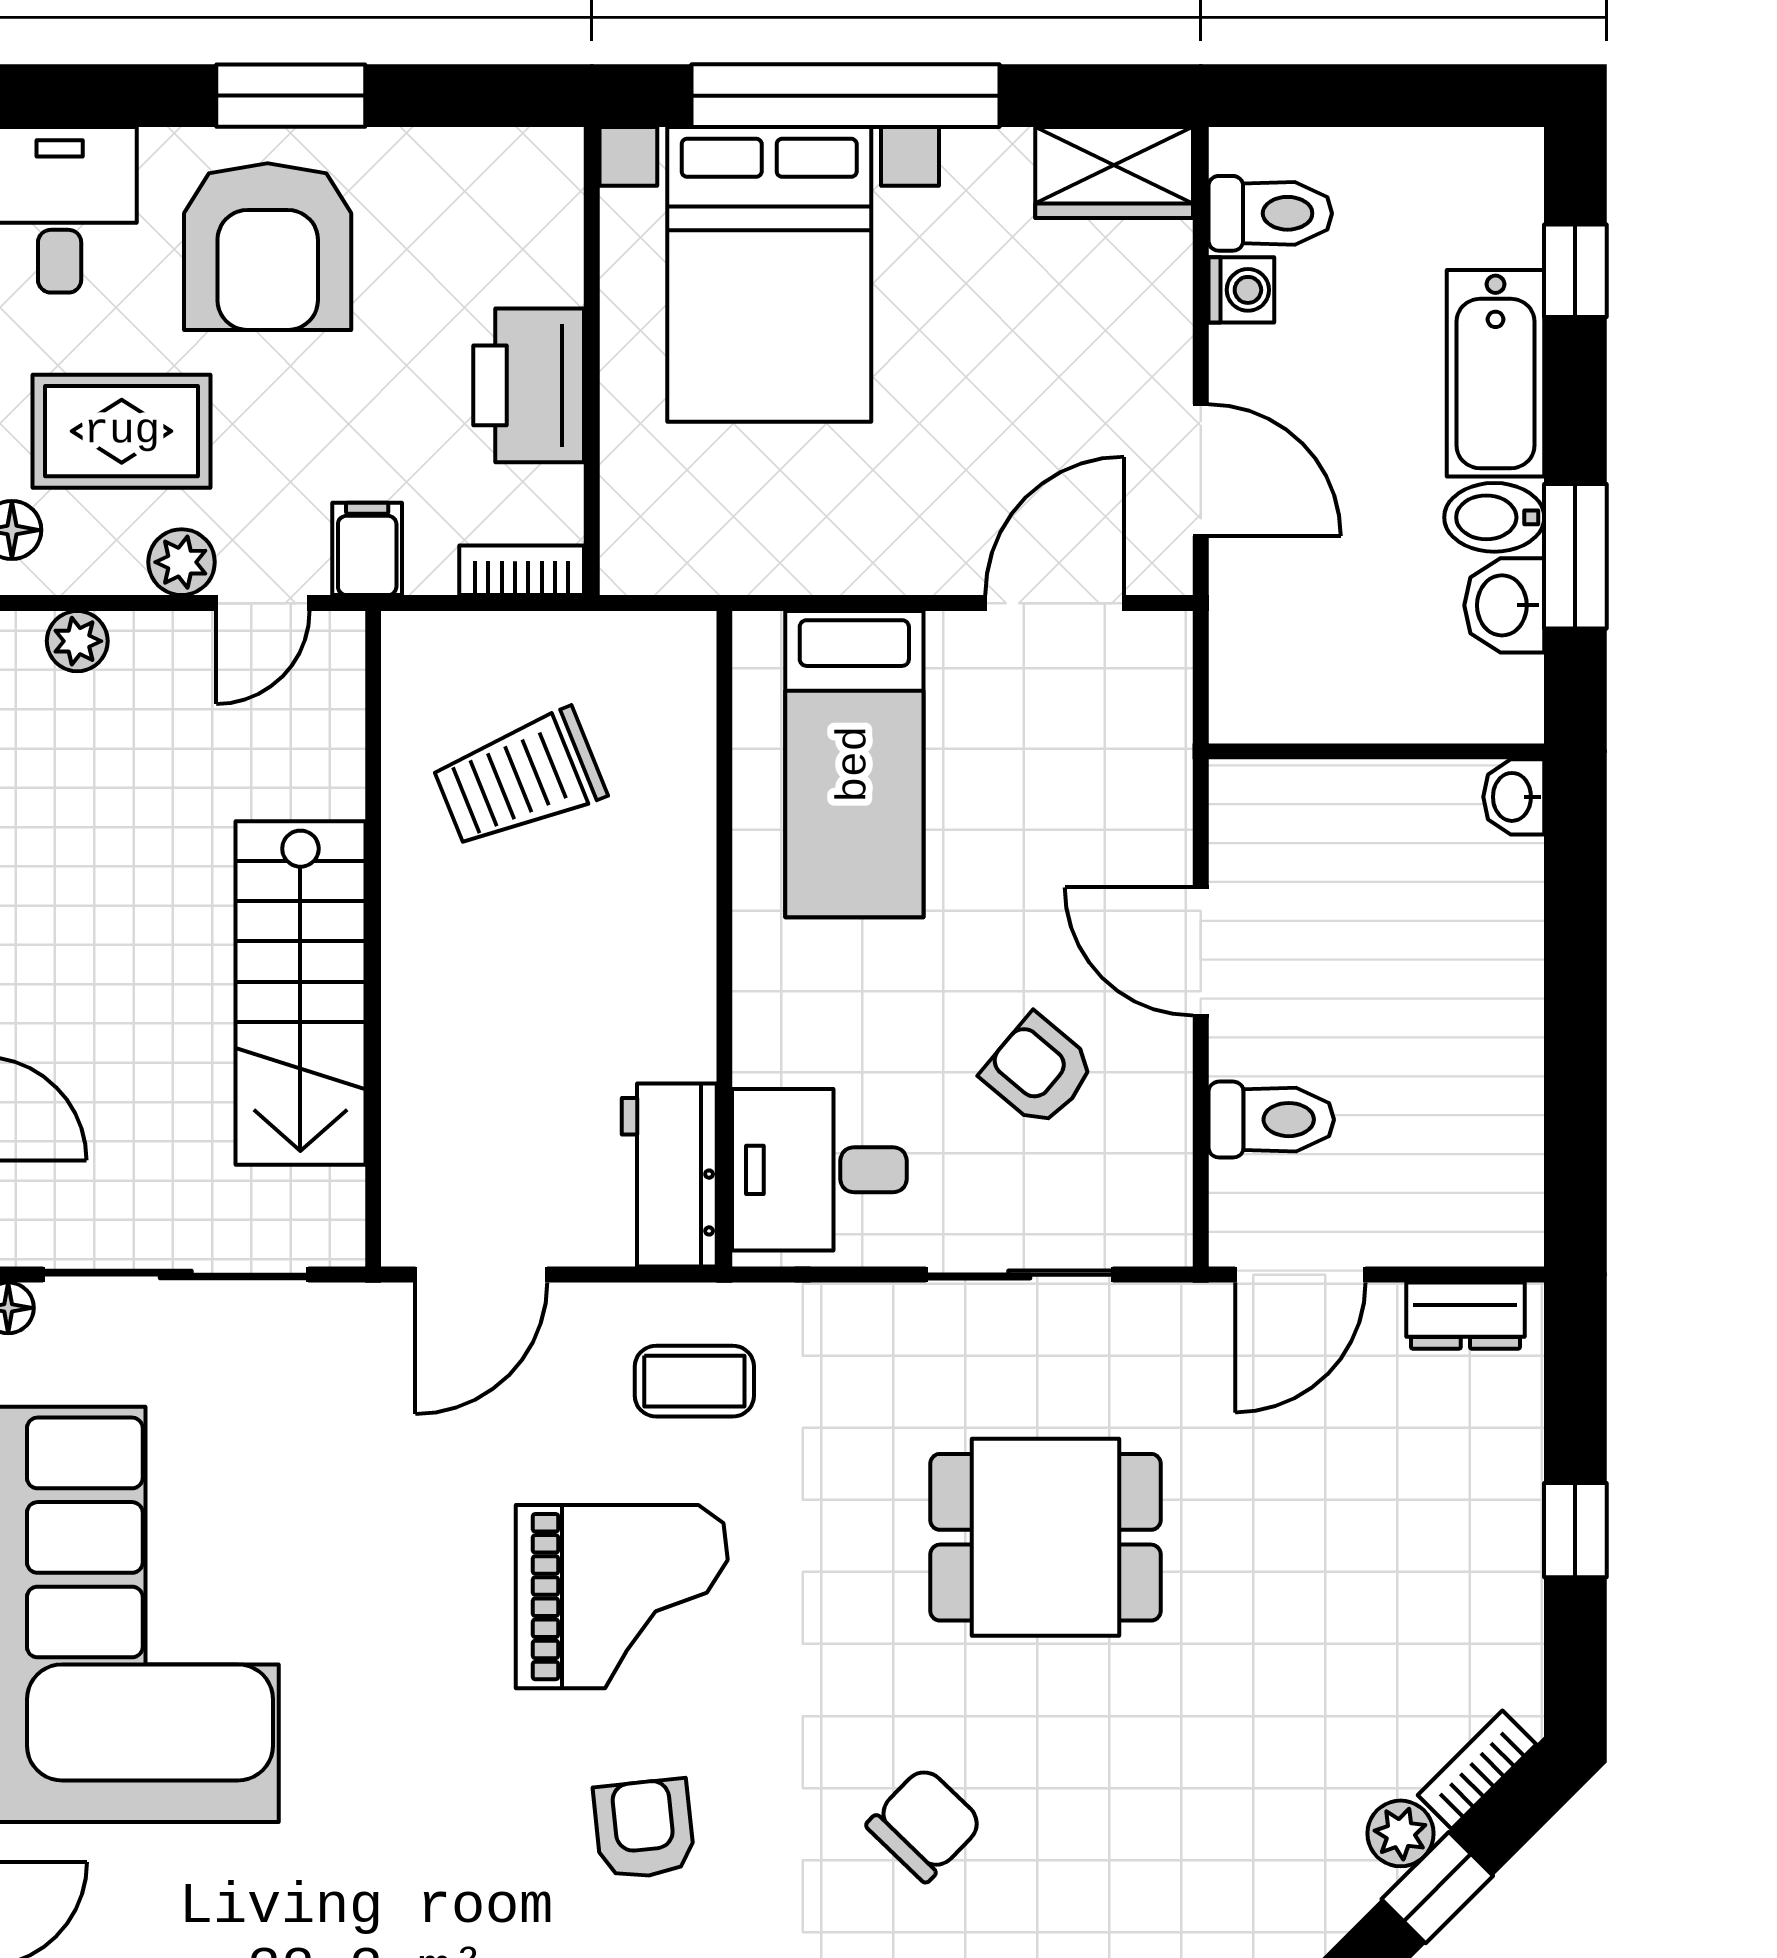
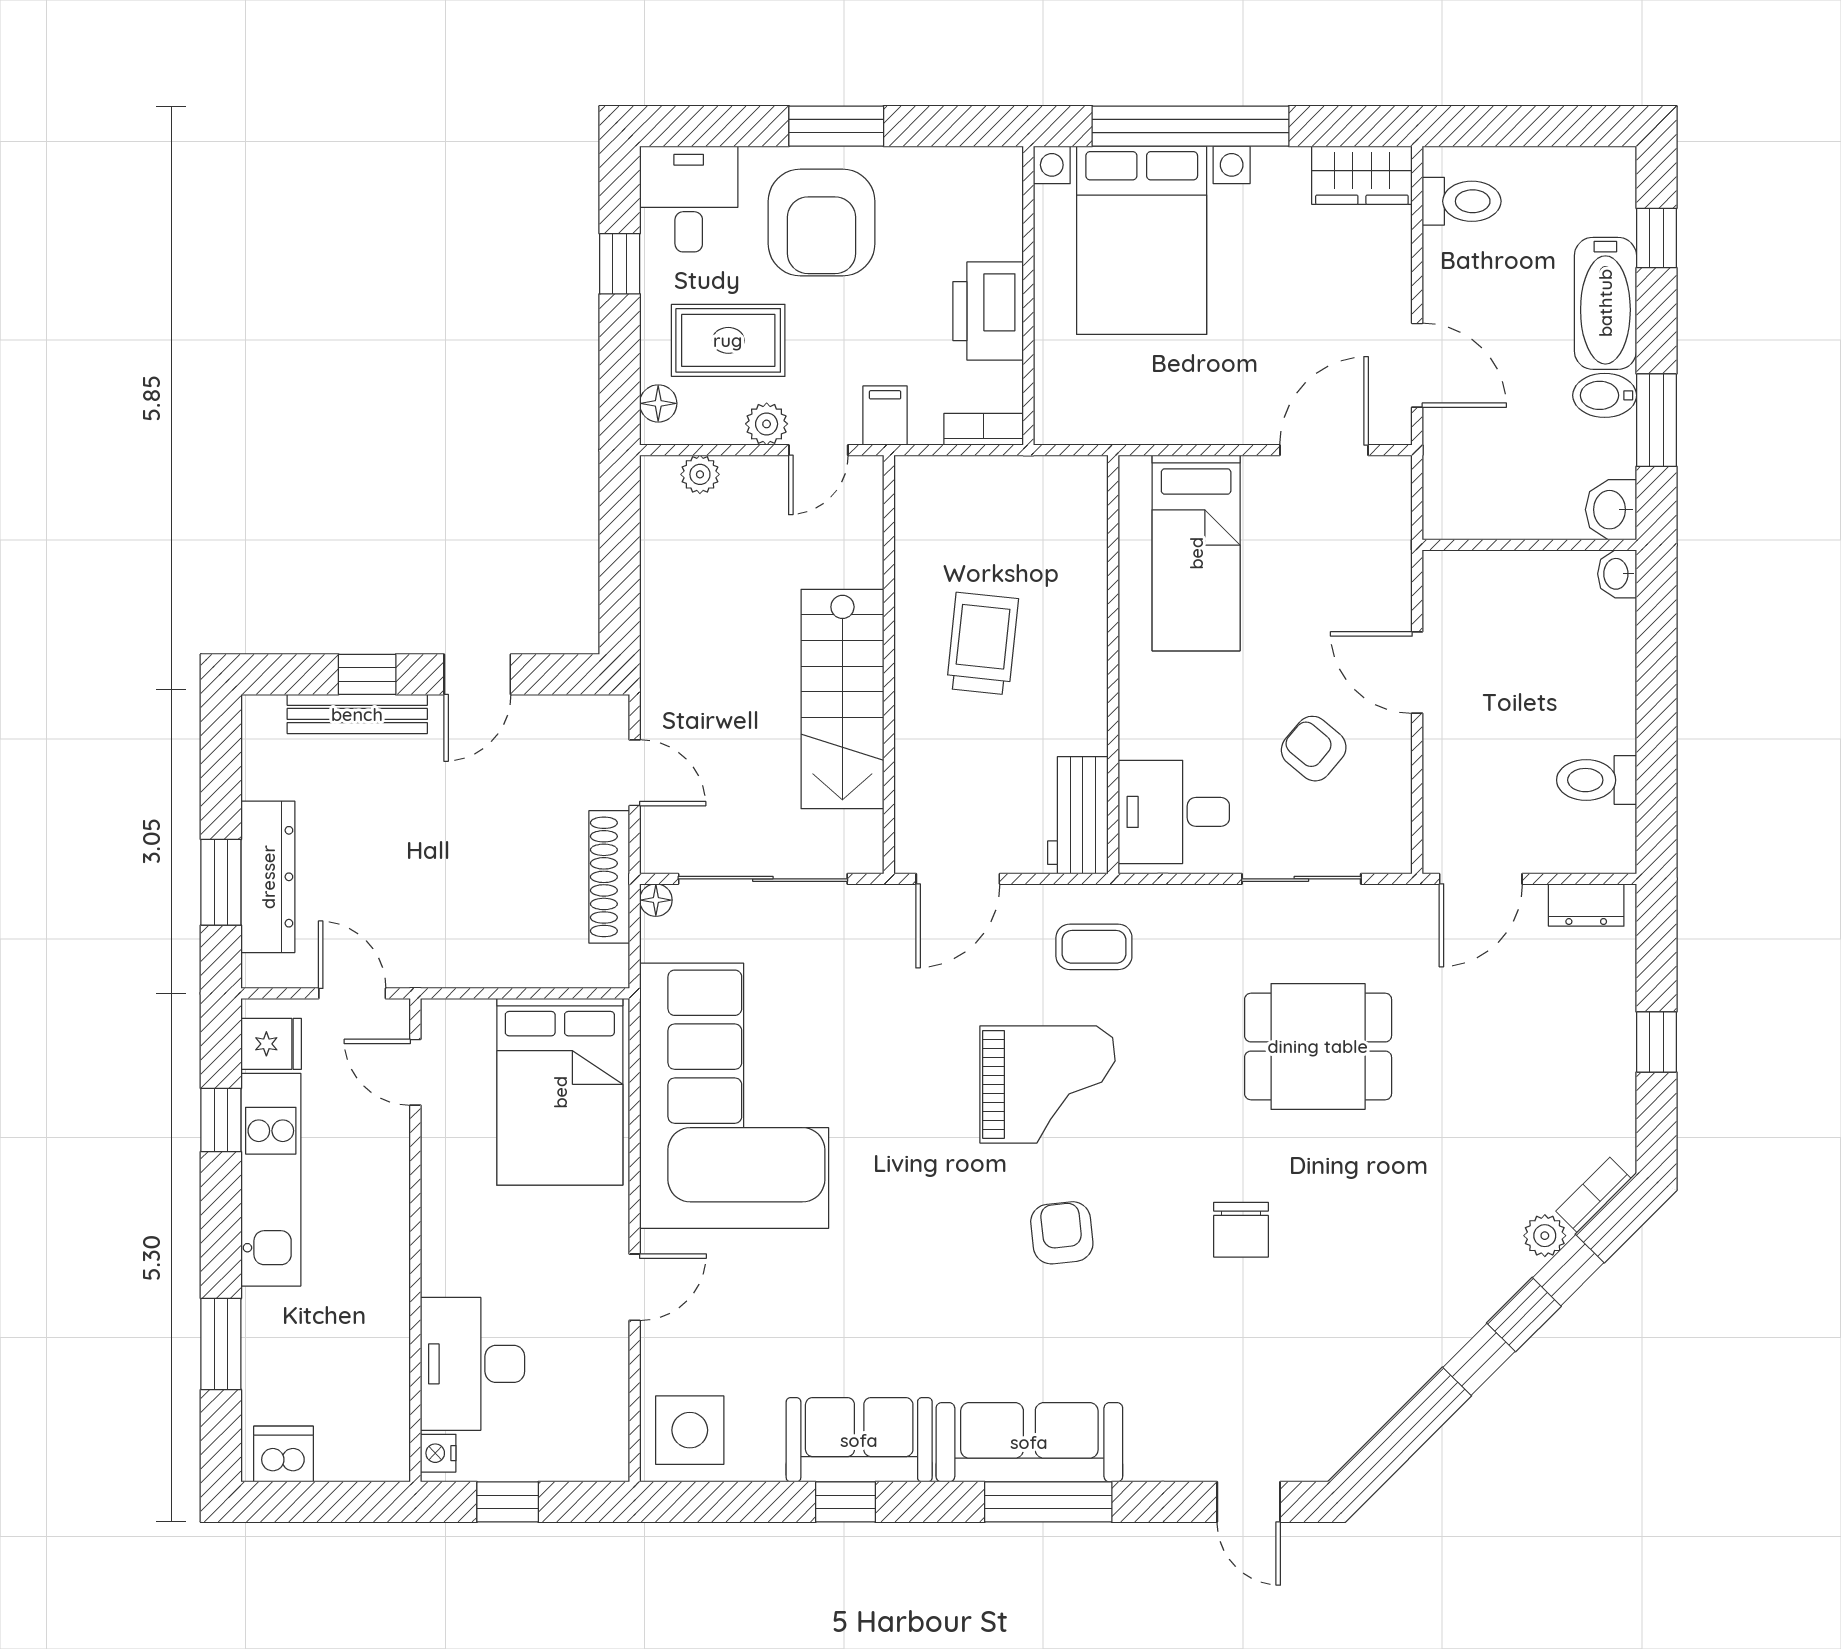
washing machine: (1241, 290) -> (1443, 250), removed
washbasin: (1504, 605) -> (1611, 510), moved
trolley: (519, 779) -> (982, 644), moved, turned 118
toilet: (1271, 1120) -> (1597, 780), moved, turned 180
chair: (925, 1824) -> (1241, 1230), turned 136

